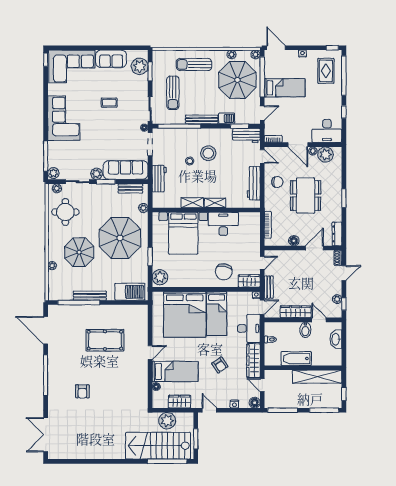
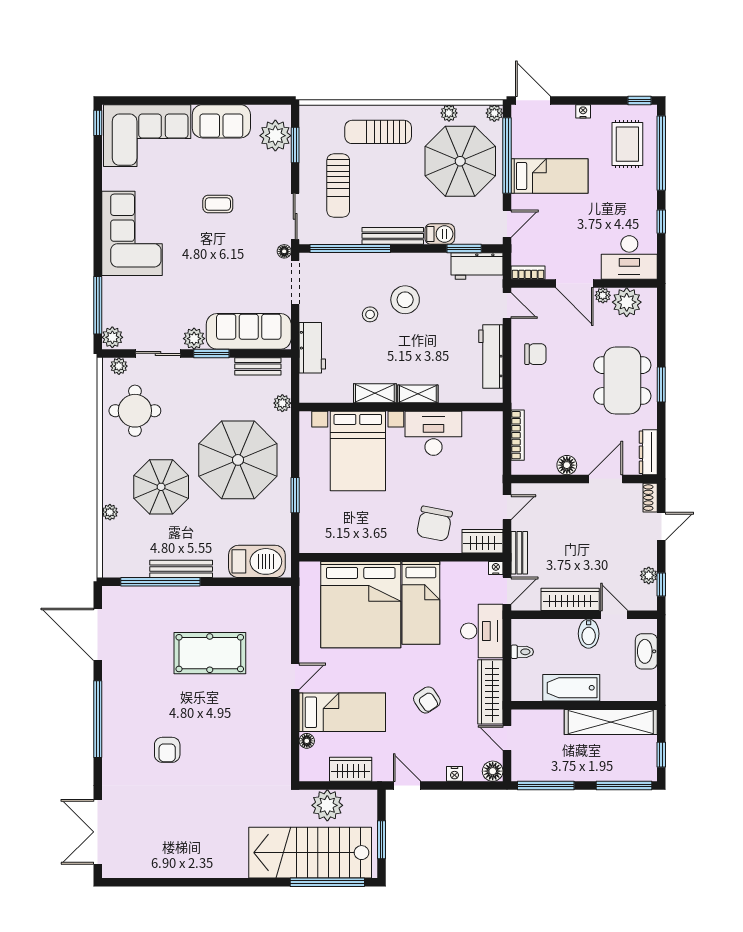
dining table: (306, 196) -> (622, 381), moved
plant: (160, 277) -> (314, 534), removed

